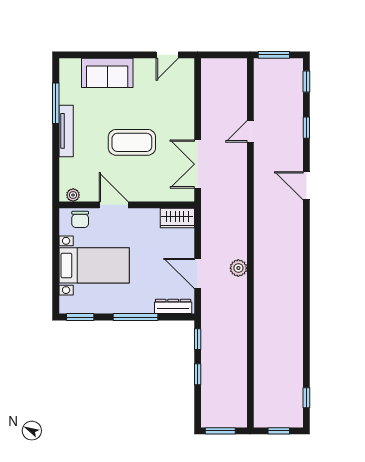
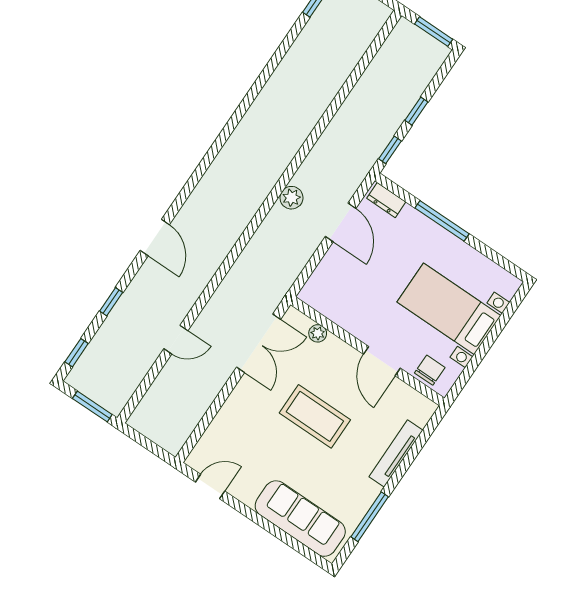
sofa: (107, 73) -> (300, 519), width x1.36
tv unit: (66, 131) -> (396, 453), moved
plant: (73, 195) -> (318, 333), moved
wardrobe: (177, 218) -> (322, 299), removed
dresser: (173, 306) -> (386, 200), width x0.70
window: (80, 317) -> (503, 262), removed

